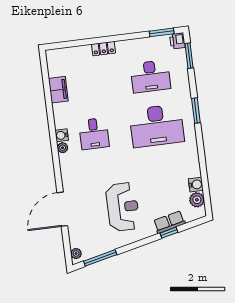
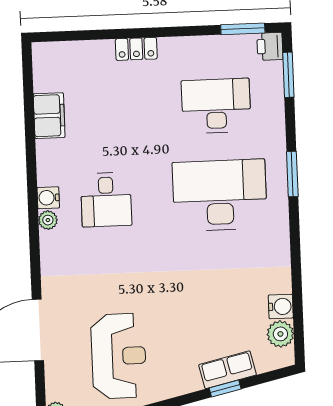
desk: (150, 76) -> (216, 106), turned 180
desk: (157, 126) -> (220, 195), turned 180
reception desk: (123, 207) -> (119, 356), moved

